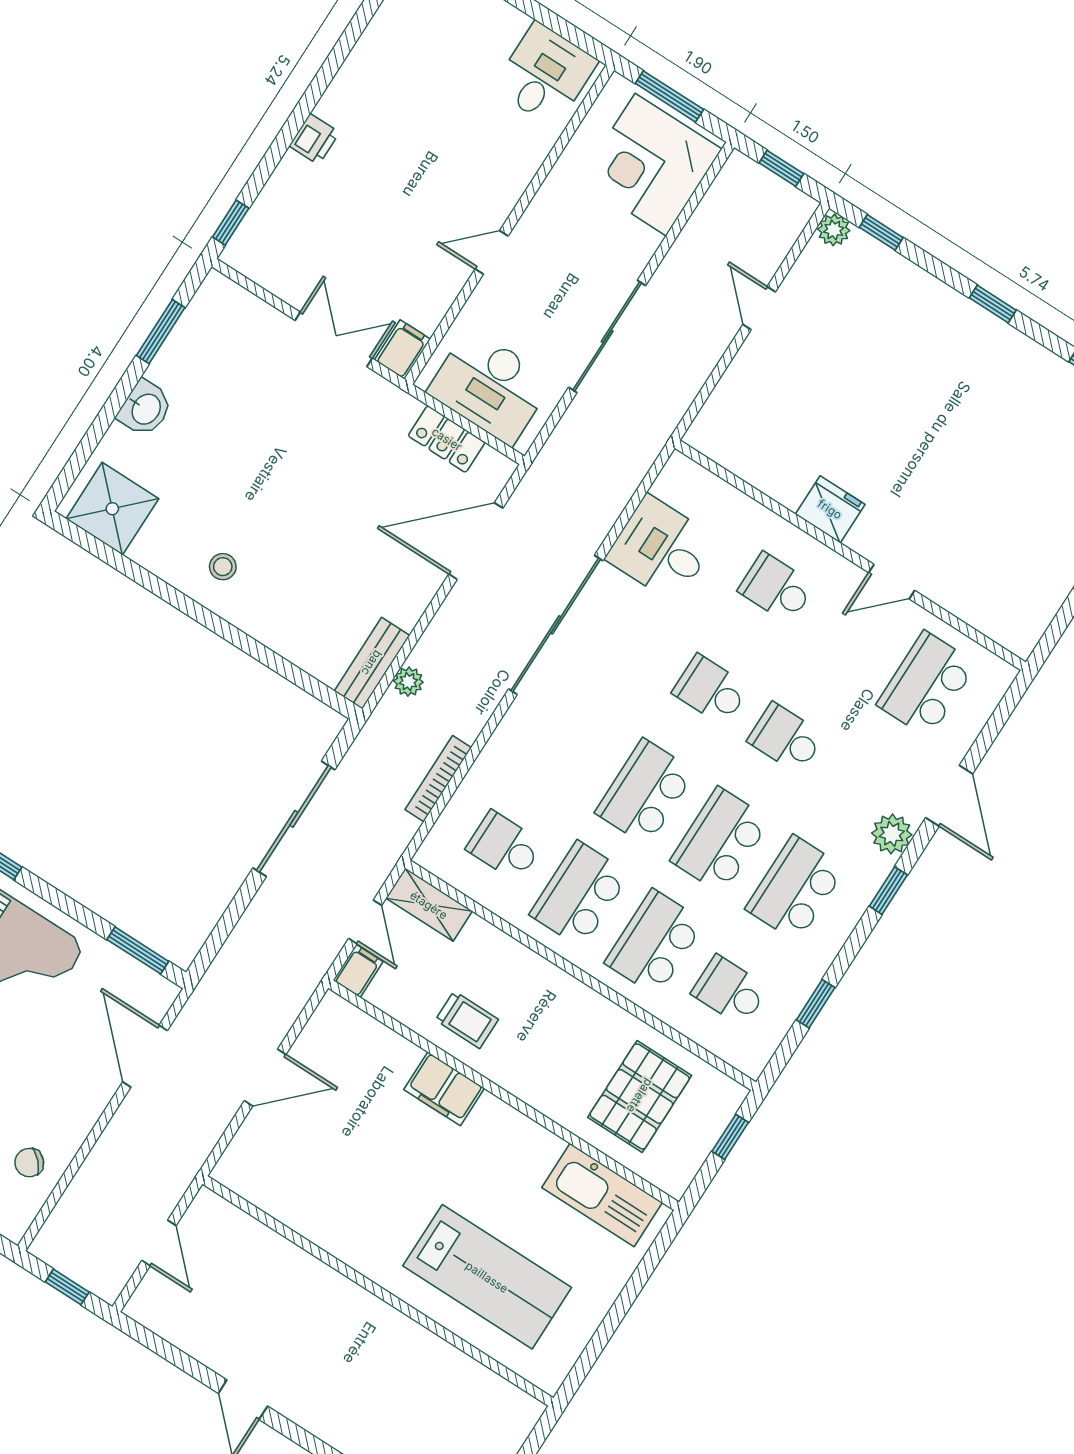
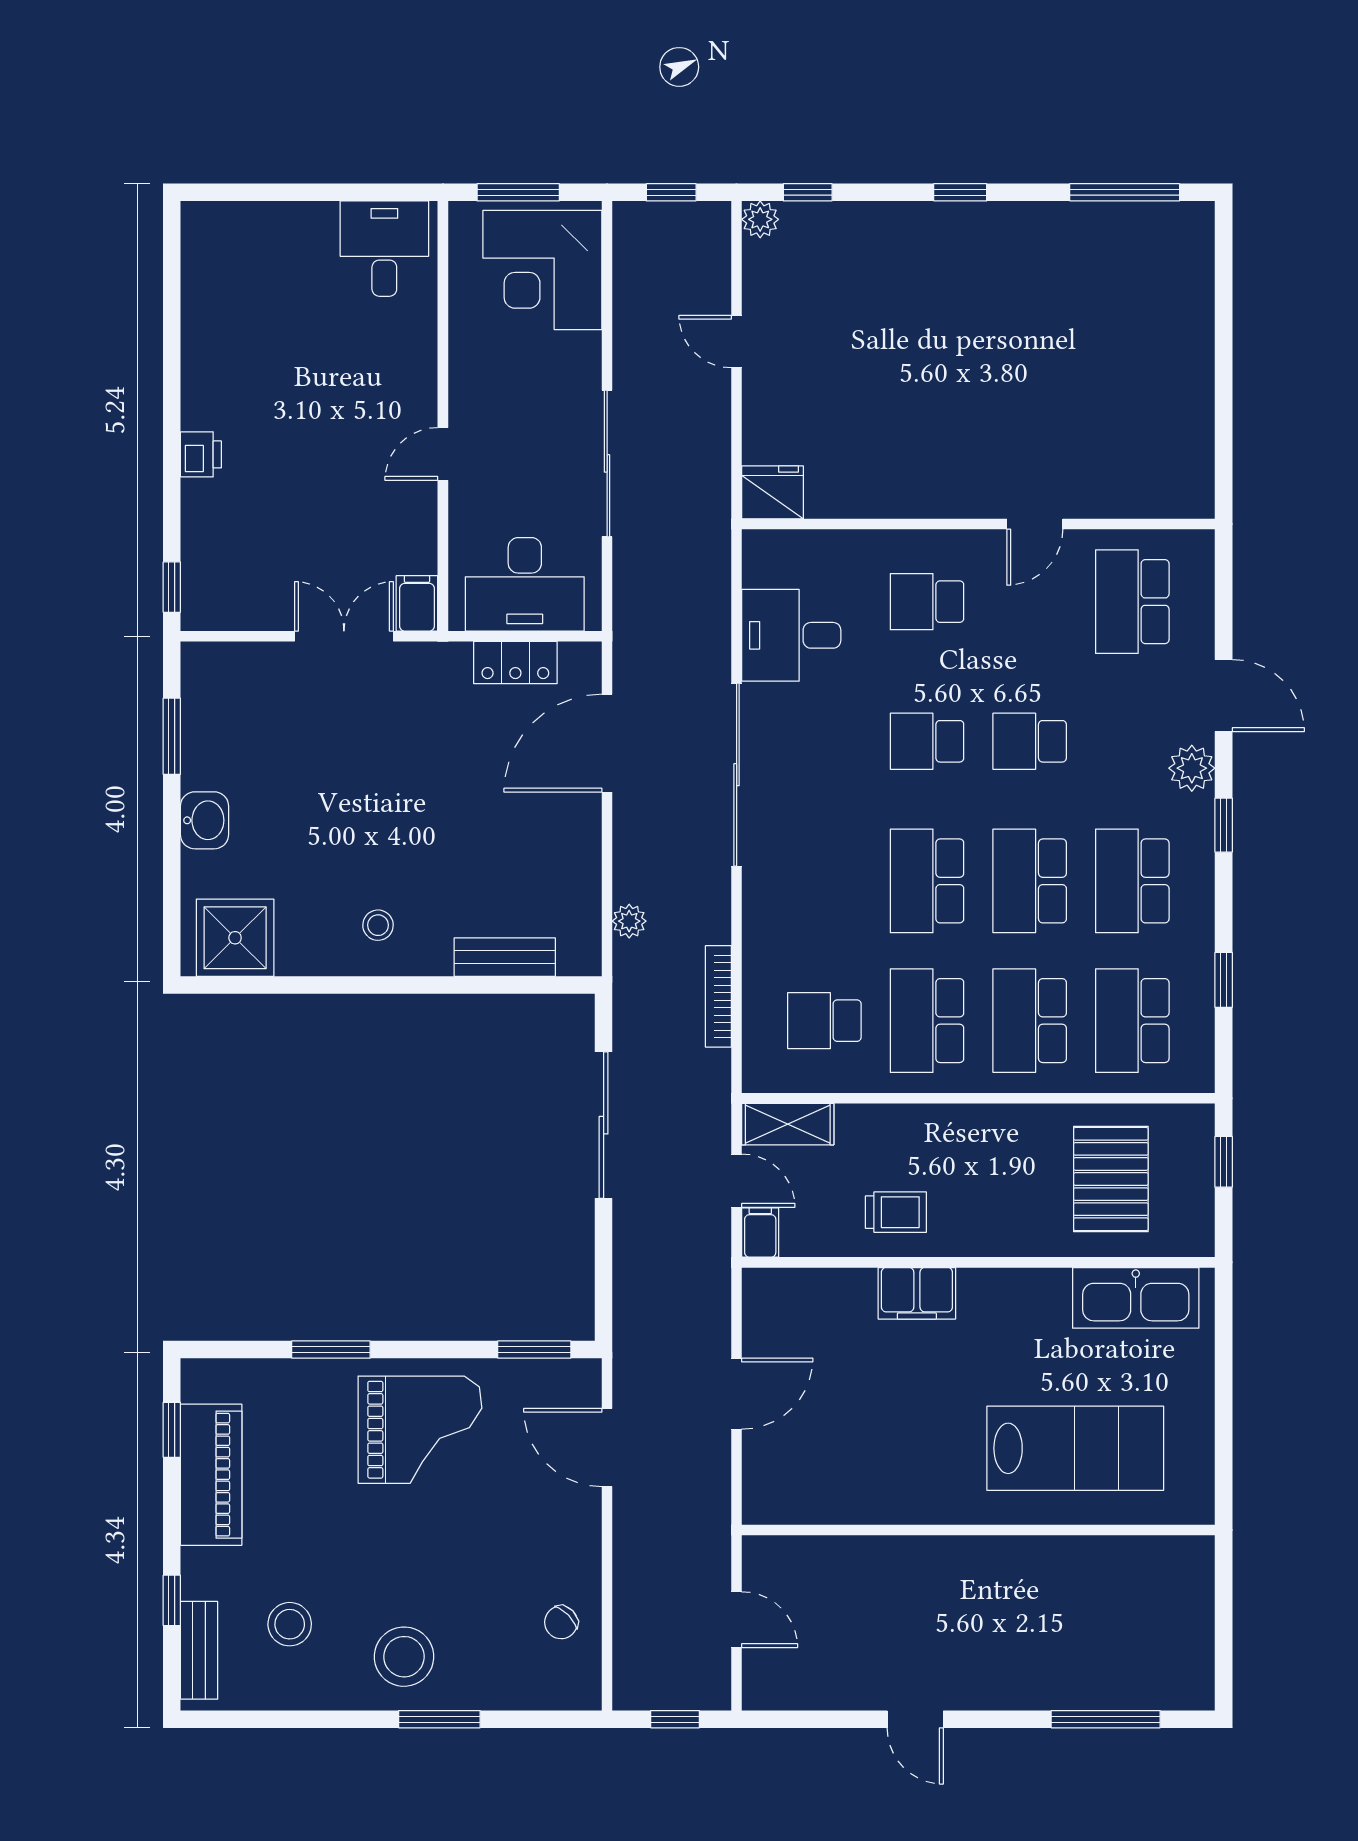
fridge: (830, 509) -> (773, 492), moved
bench: (372, 663) -> (505, 957), moved, turned 90
school desk: (730, 991) -> (1132, 1021), width x1.85

